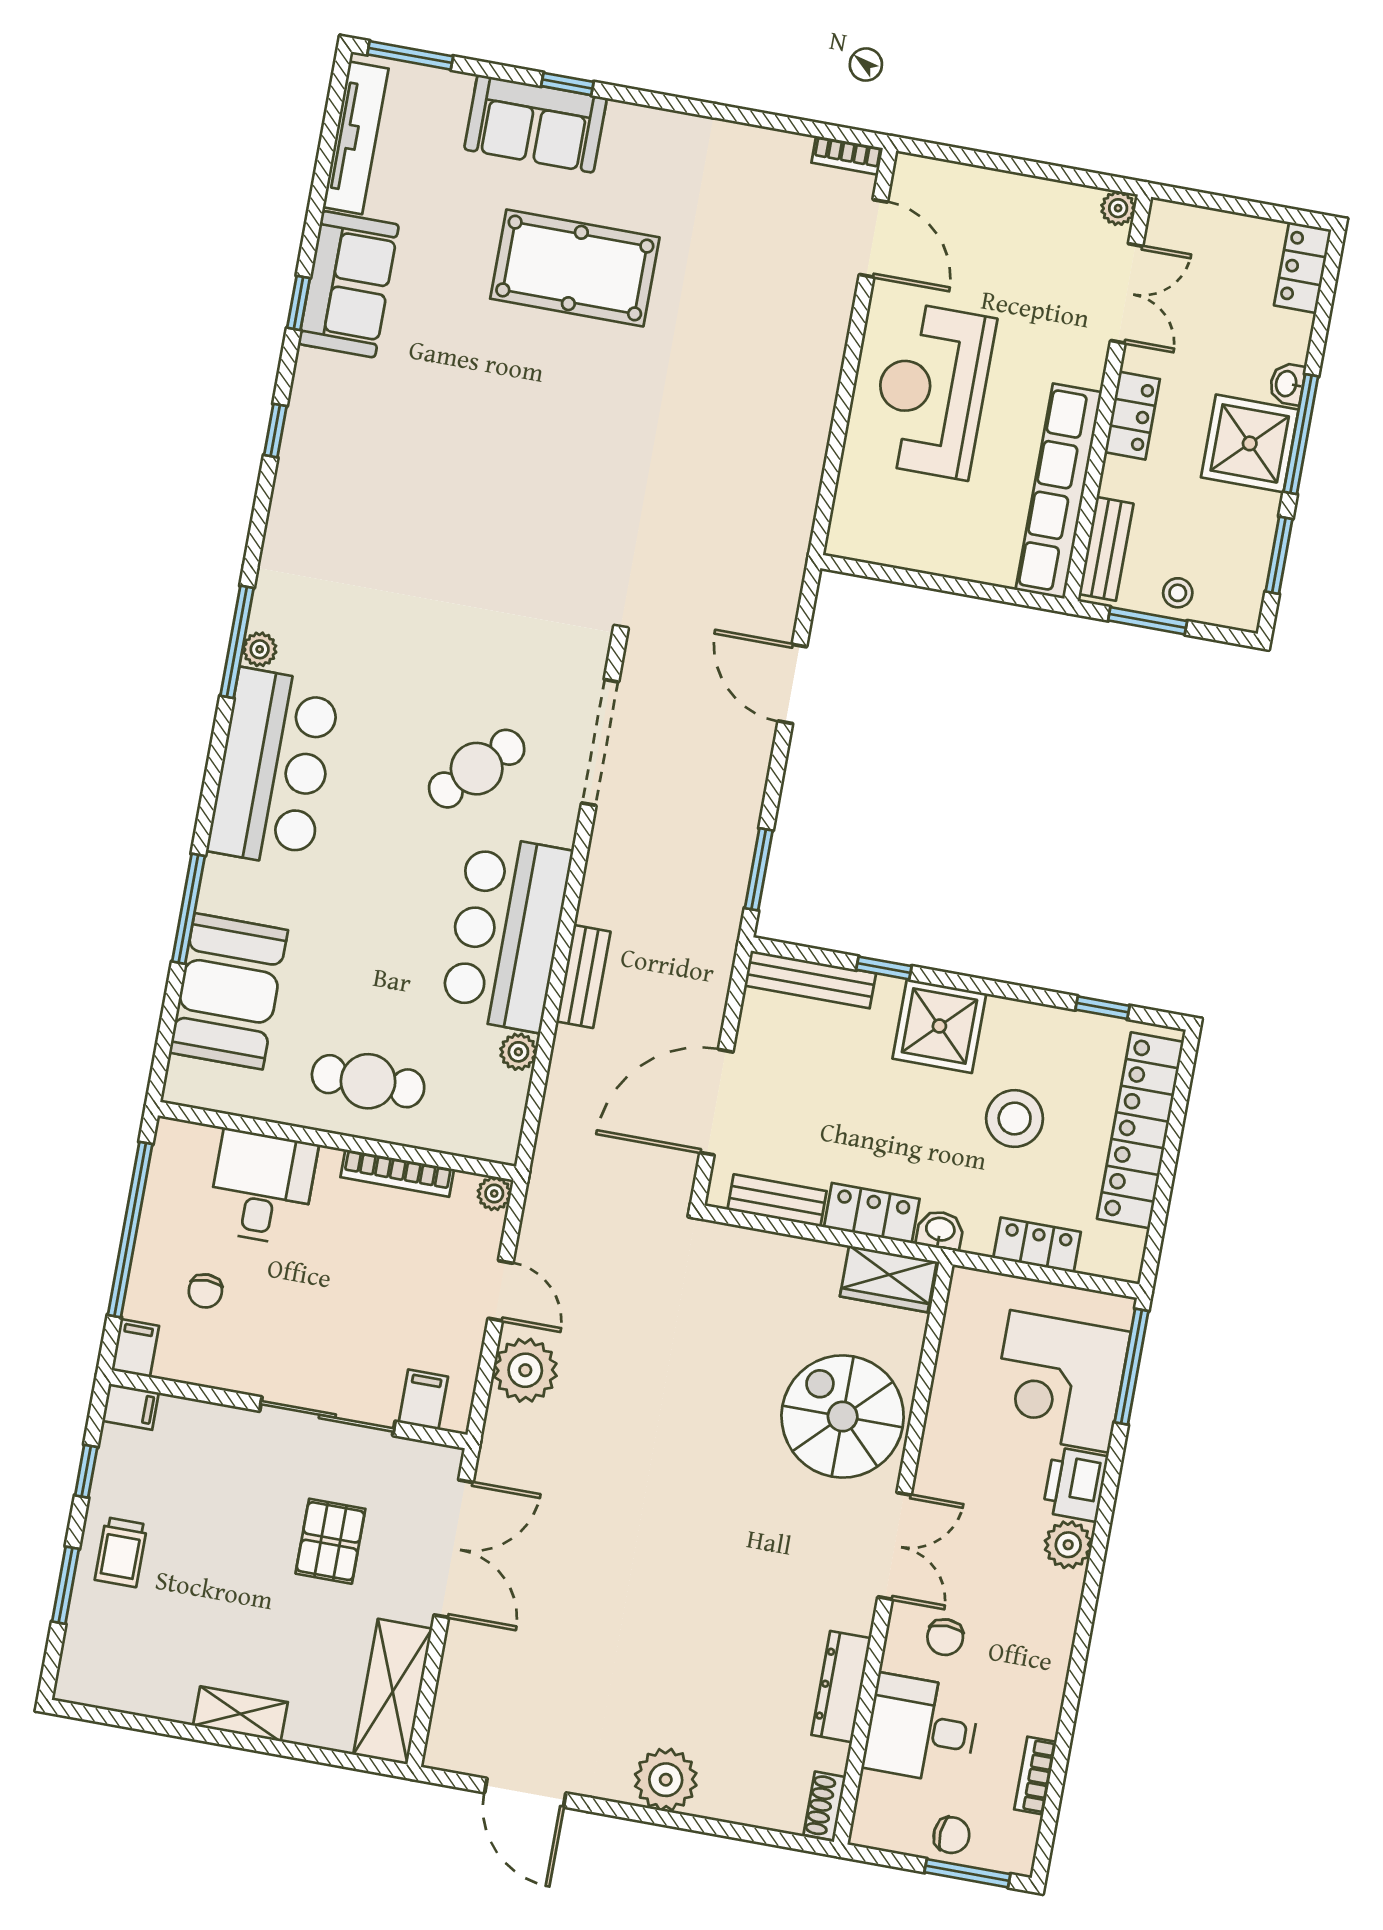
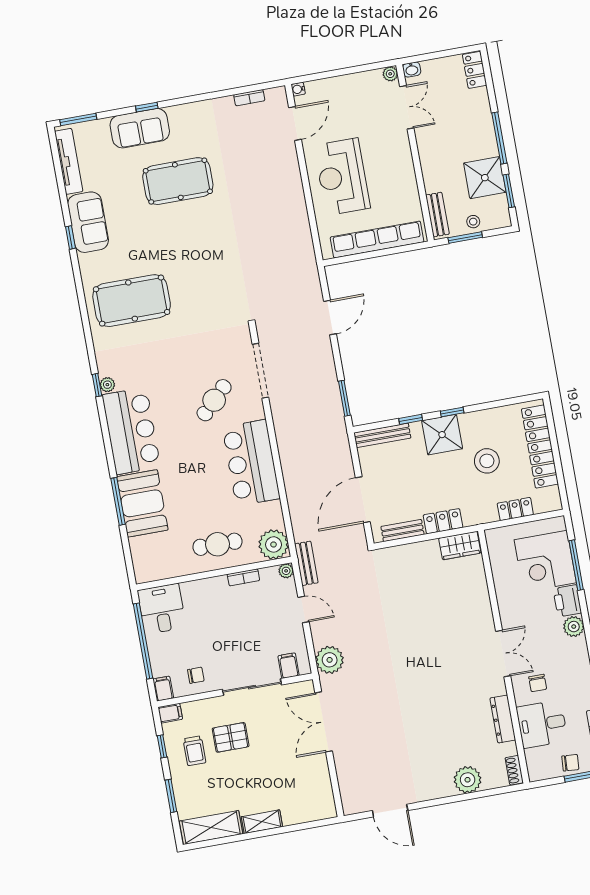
bookcase: (847, 155) -> (249, 98), moved
water cooler: (908, 167) -> (298, 89), added
door: (873, 238) -> (295, 123), hinge flipped
washbasin: (1287, 384) -> (412, 69), moved, turned -90
locker: (1132, 416) -> (428, 156), removed
window: (275, 431) -> (80, 293), removed
shower: (1250, 443) -> (485, 178), moved
pool table: (379, 488) -> (132, 301), added
row of seats: (1059, 491) -> (377, 239), moved, turned 90
window: (237, 642) -> (97, 385), width x0.46
door: (792, 684) -> (330, 318), swing flipped
bench: (583, 976) -> (306, 563), moved
booth: (229, 991) -> (142, 503), moved
window: (1103, 1008) -> (452, 412), moved
plant: (518, 1052) -> (274, 544), moved, width x1.87, depth x1.87
bookcase: (397, 1173) -> (243, 577), width x0.64
desk: (262, 1187) -> (162, 609), moved
washbasin: (940, 1230) -> (474, 518), removed
chair: (205, 1291) -> (196, 675), moved, turned -90
window: (1131, 1367) -> (576, 565), moved
plant: (525, 1370) -> (330, 660), moved
spiral stairs: (843, 1416) -> (462, 609), removed
pallet: (330, 1541) -> (231, 737), moved, turned 90
double door: (454, 1549) -> (324, 722), swing flipped
trolley: (121, 1552) -> (194, 751), moved
shelving: (393, 1692) -> (211, 828), moved, turned 90
plant: (666, 1780) -> (468, 780), moved

